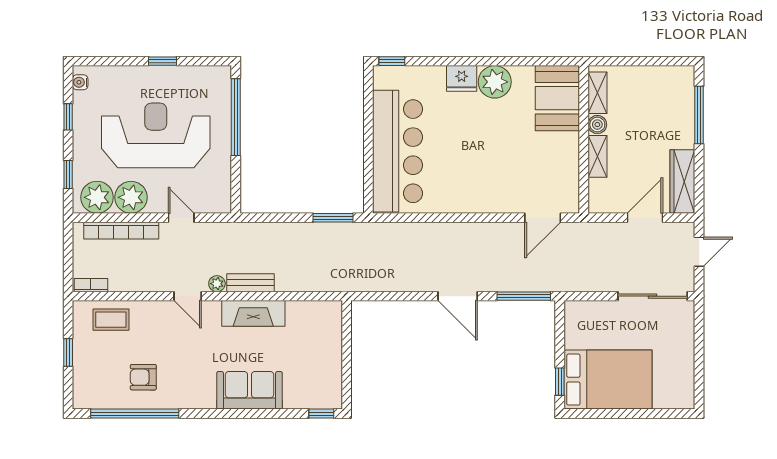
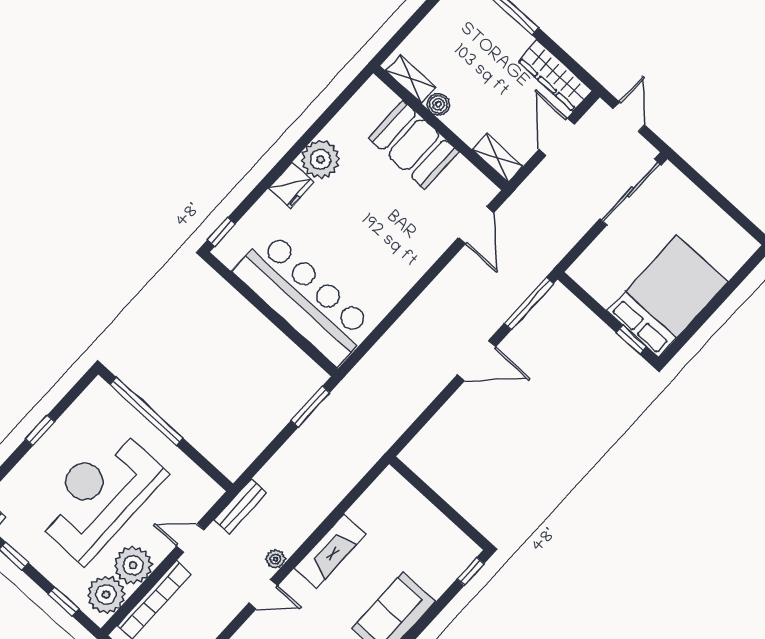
booth: (557, 98) -> (414, 145), moved
shelving: (598, 156) -> (497, 158), moved
bench: (251, 283) -> (240, 506), moved

